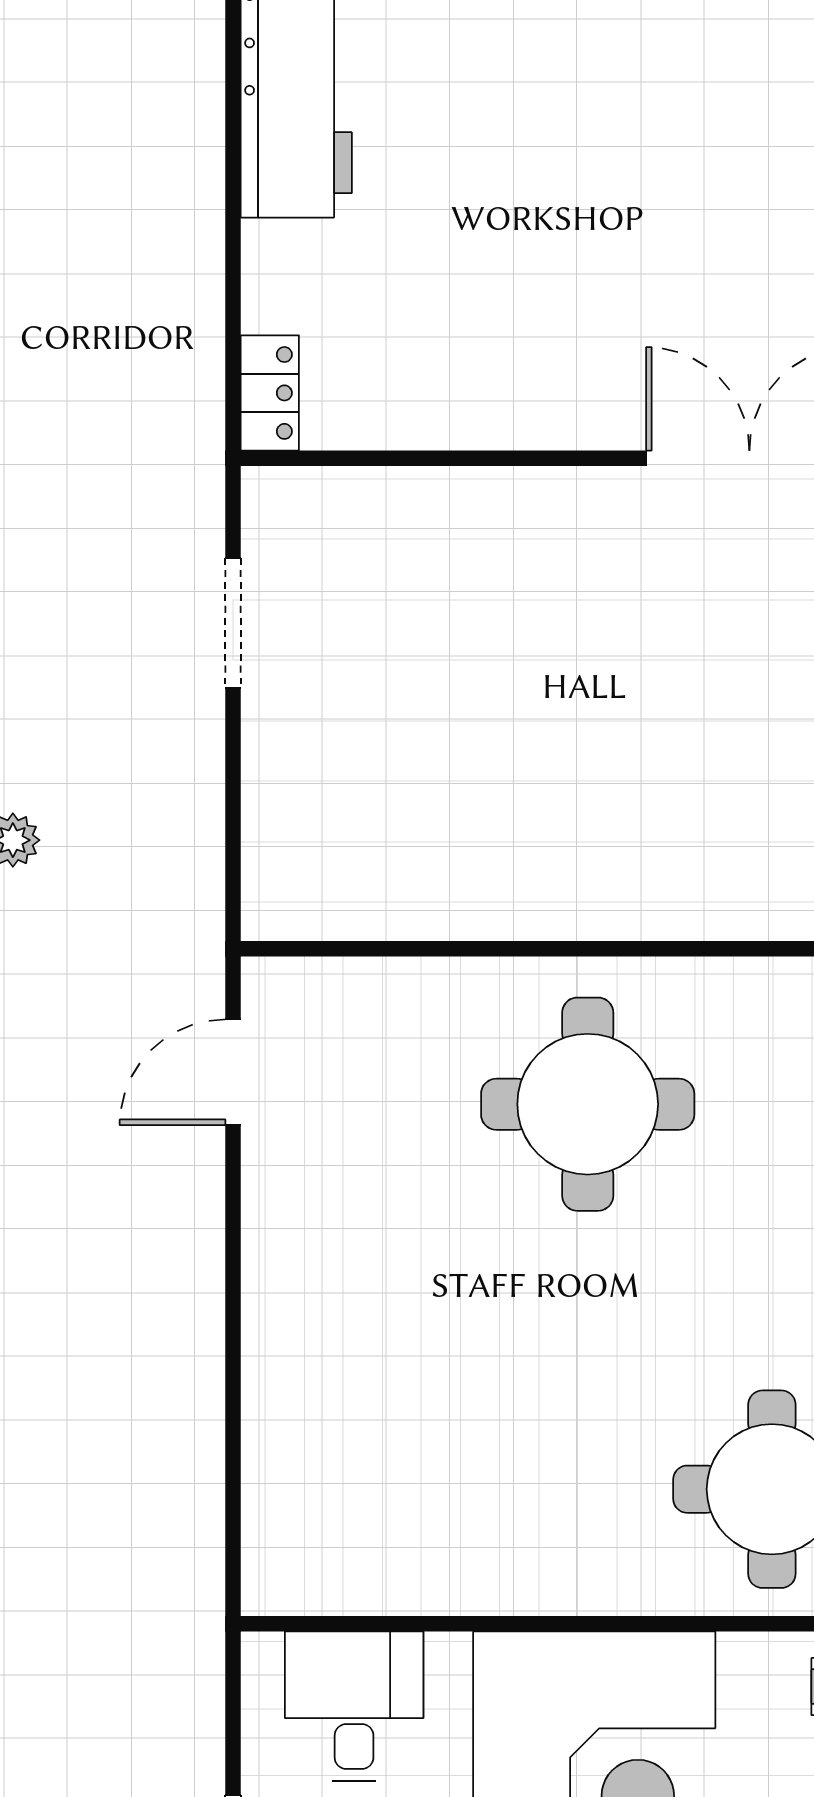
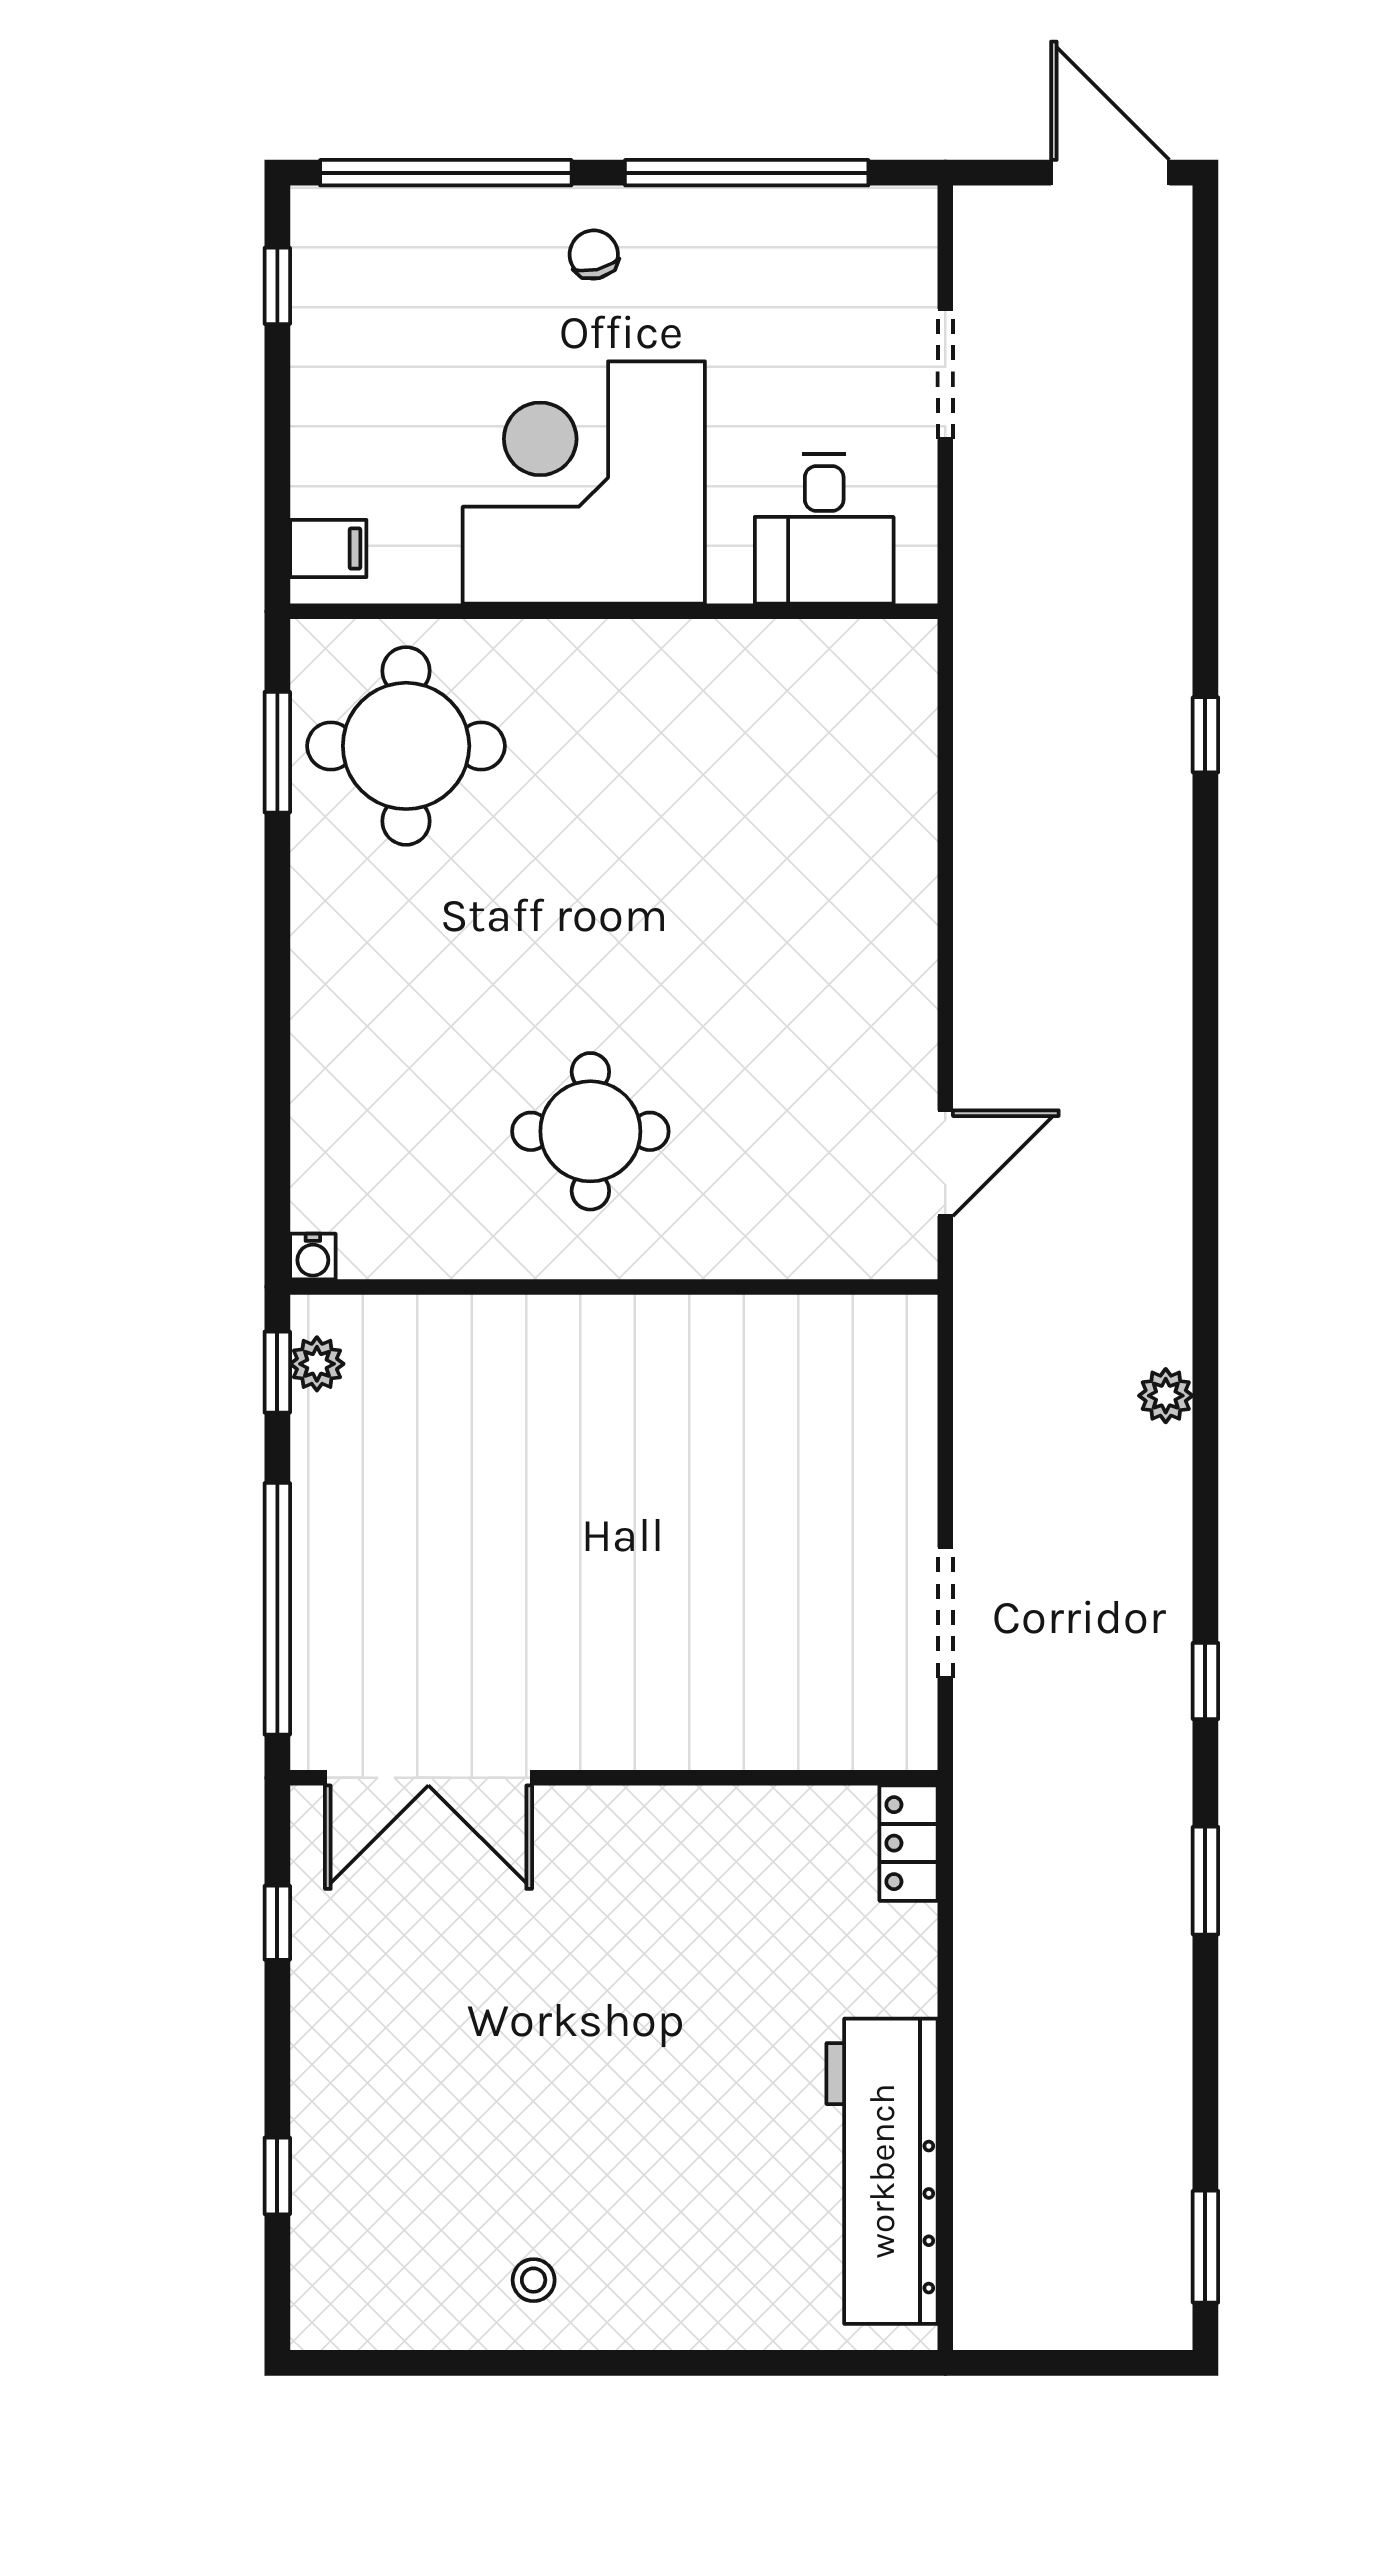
round table: (588, 1104) -> (590, 1131), width x0.73, depth x0.73

